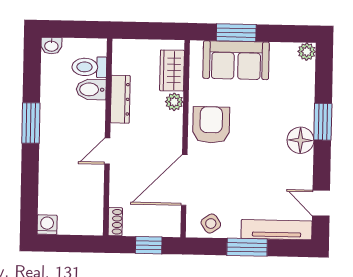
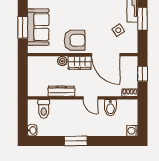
wardrobe: (172, 70) -> (80, 63), moved
bidet: (91, 89) -> (110, 108), moved
armchair: (211, 125) -> (75, 40), turned 180
side table: (211, 224) -> (118, 30), moved

